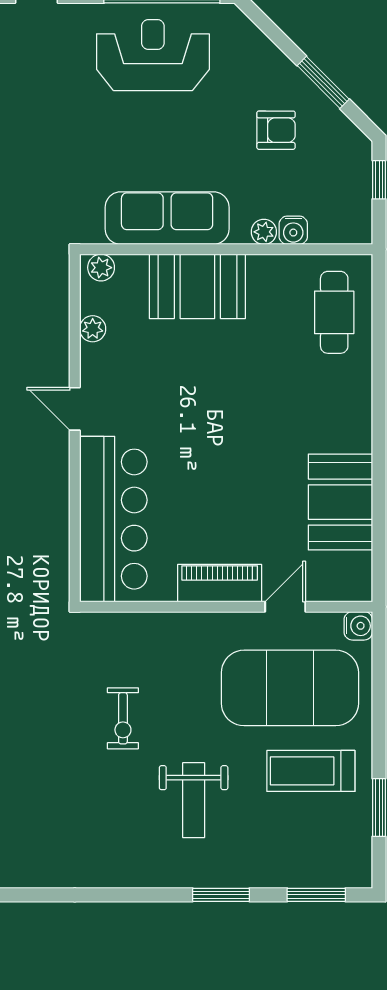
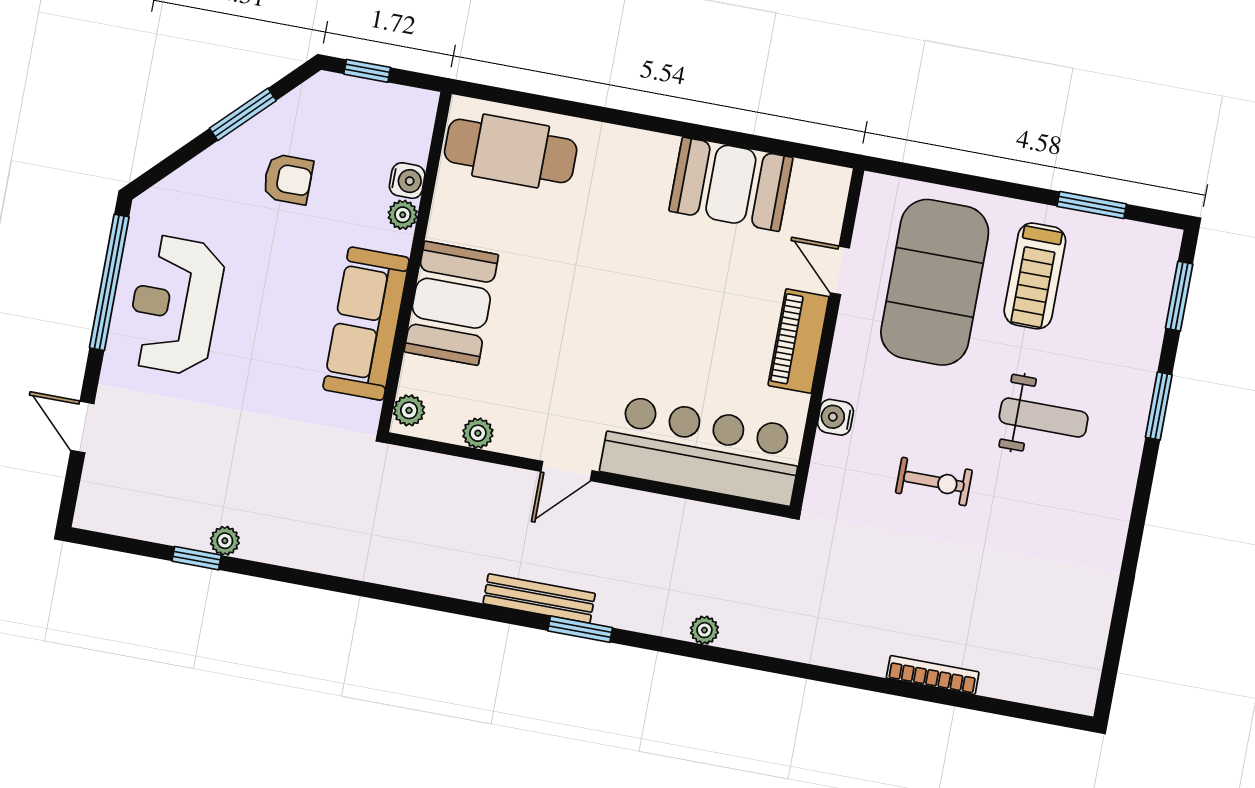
armchair: (276, 130) -> (288, 179), turned 90
cafe table: (334, 312) -> (511, 151), width x1.37, depth x1.35
water cooler: (358, 626) -> (835, 417), moved, turned -90

